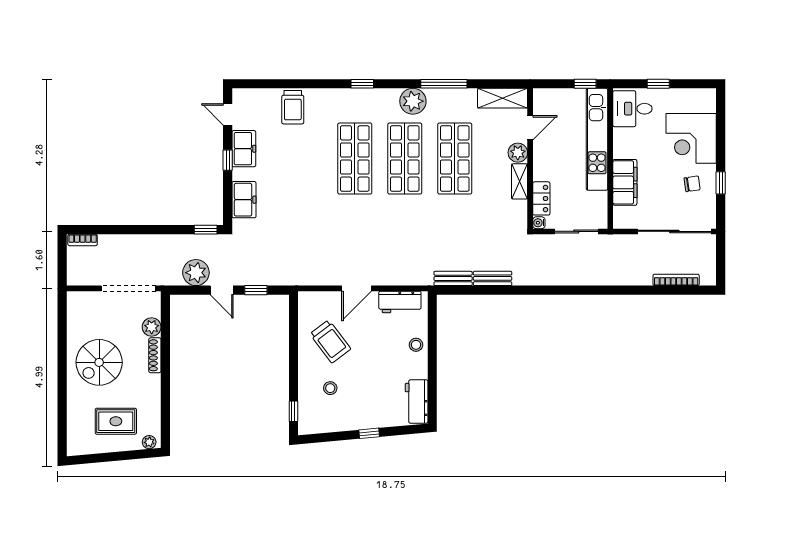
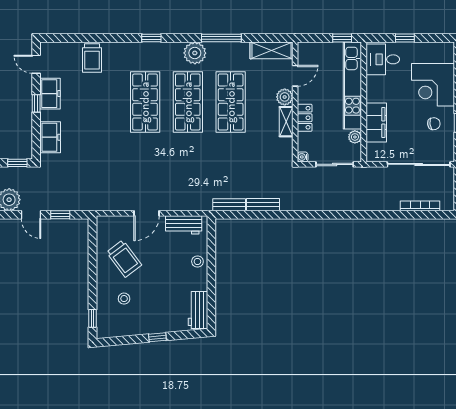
locker: (541, 198) -> (305, 118), moved
plant: (600, 199) -> (355, 137), added

